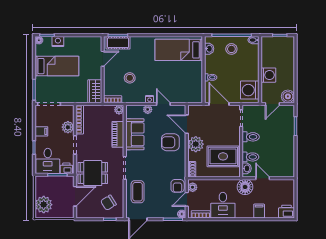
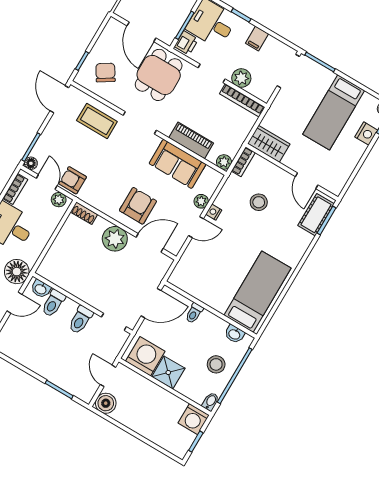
shower: (251, 72) -> (168, 372), added
washing machine: (268, 75) -> (194, 419), moved
rug: (223, 156) -> (76, 266), removed

